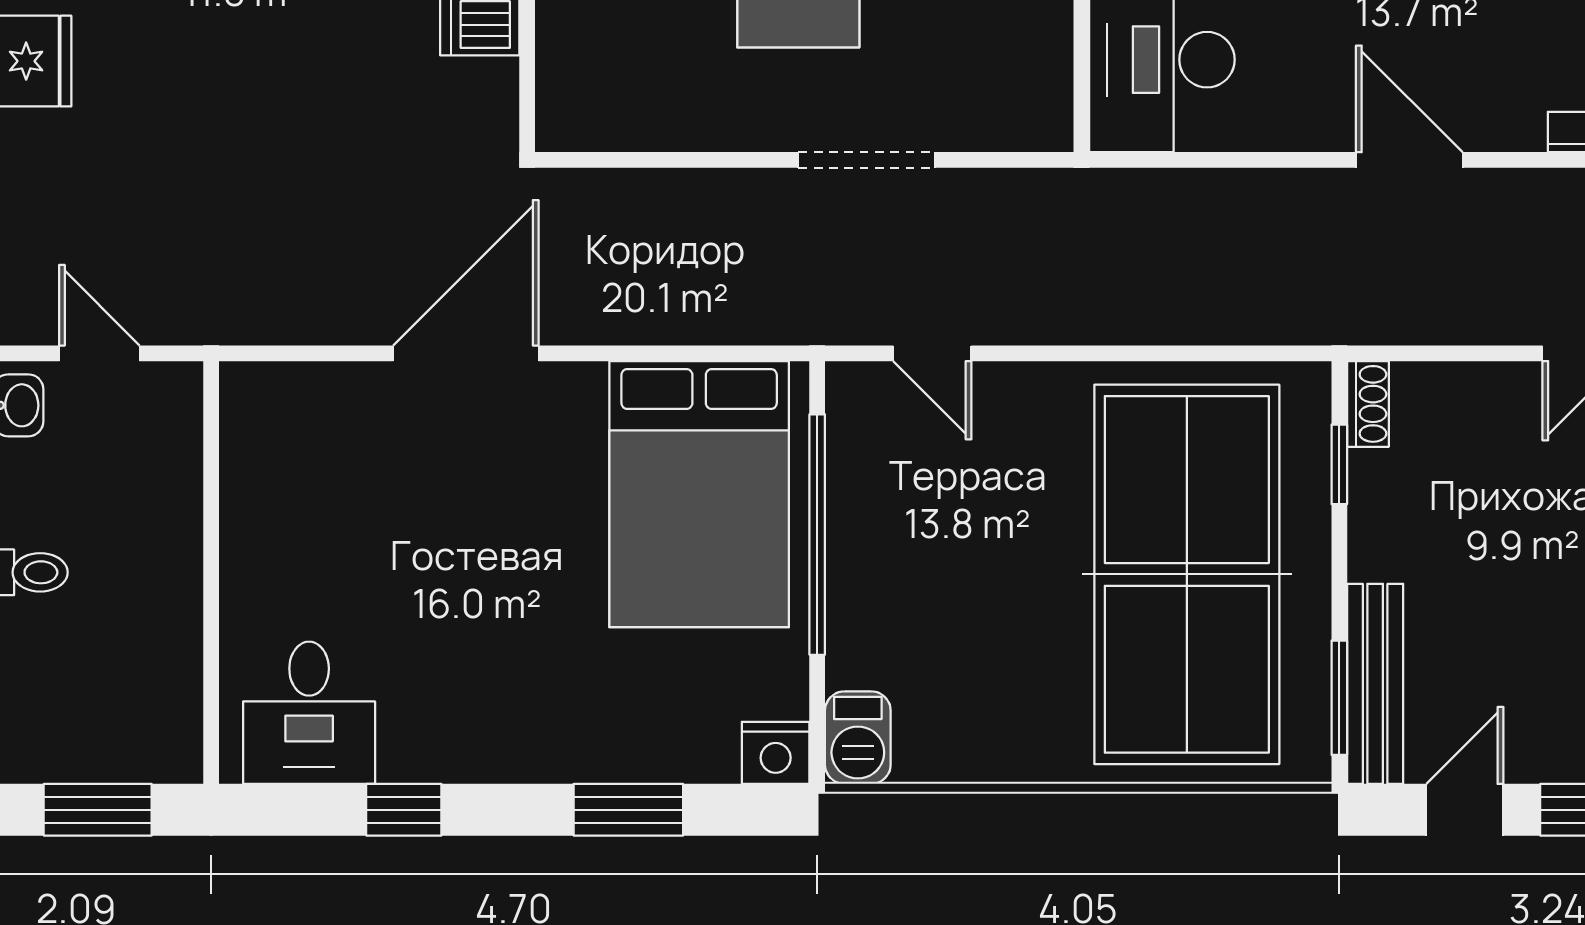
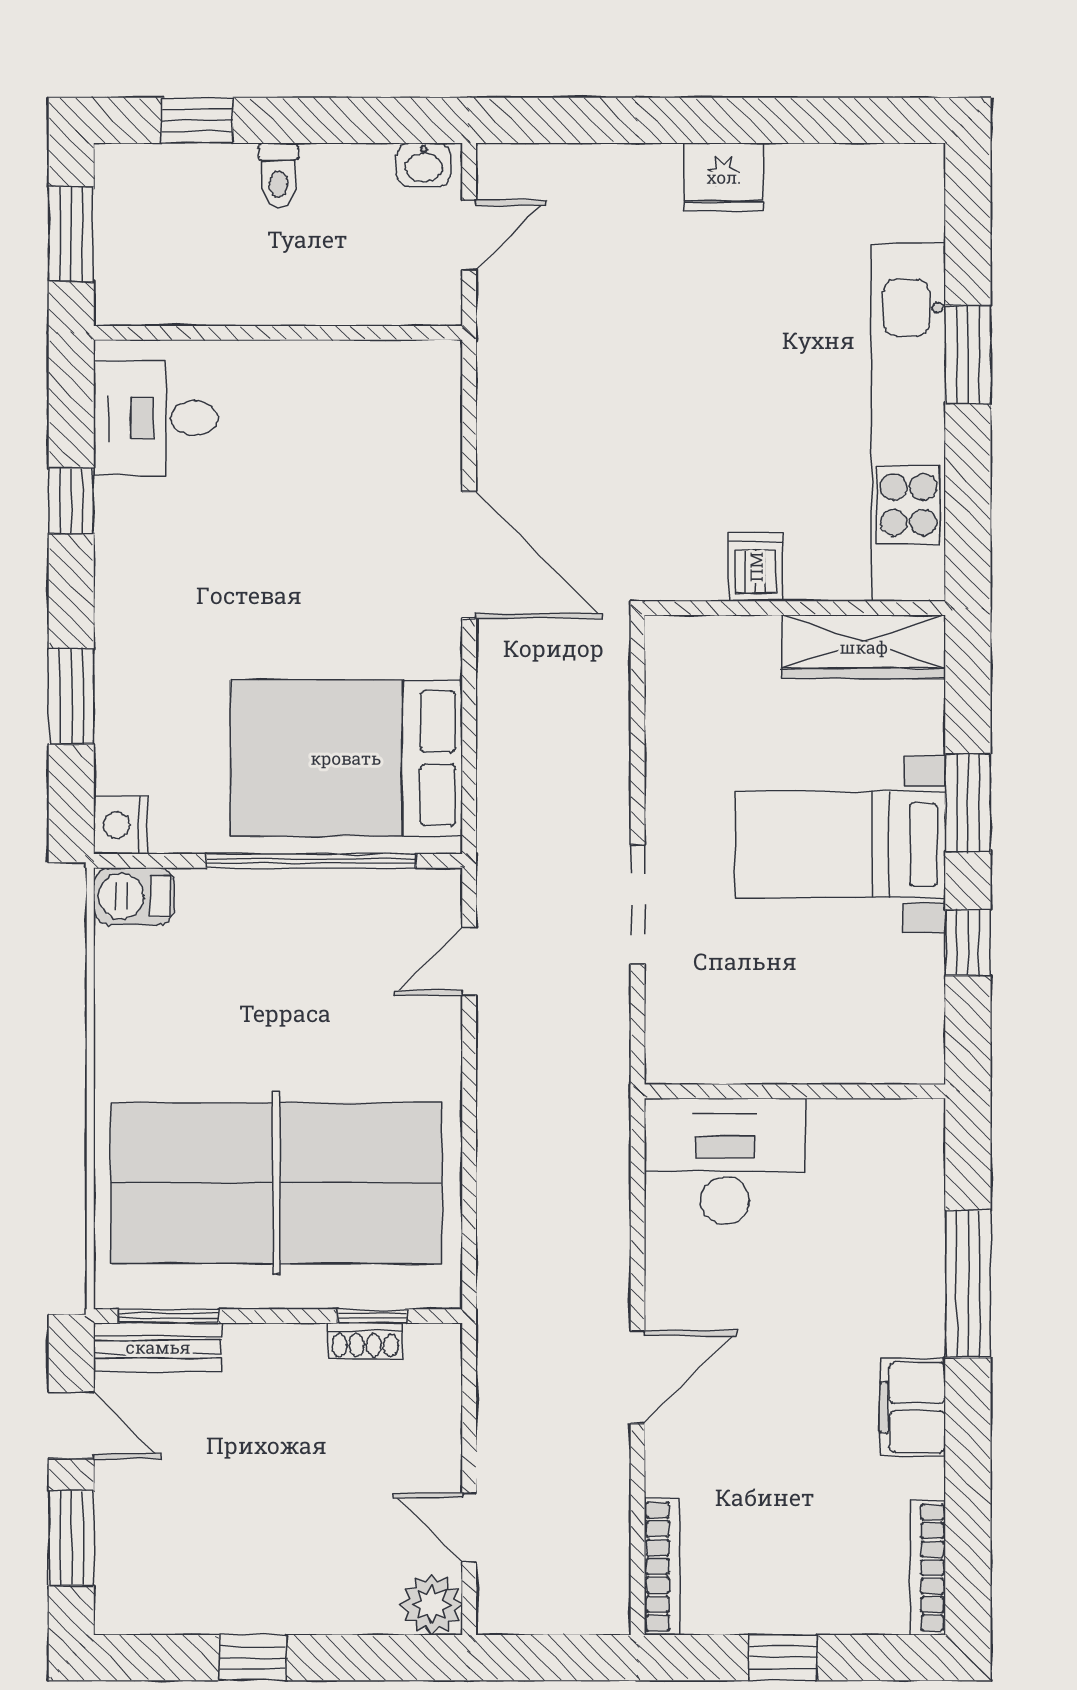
shoe rack: (1368, 404) -> (365, 1341), moved
bench: (1375, 684) -> (158, 1347), width x0.73

